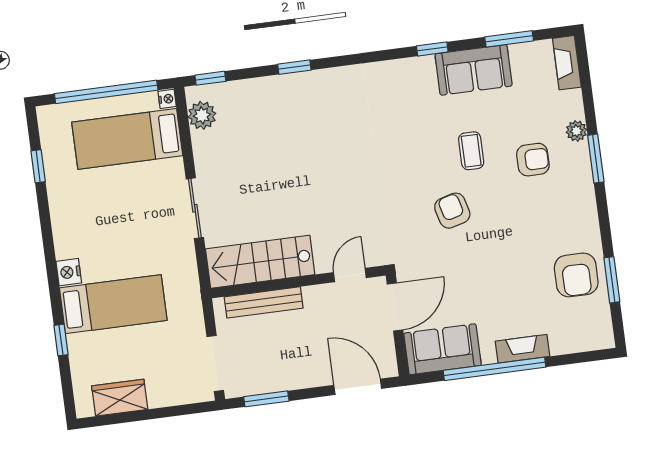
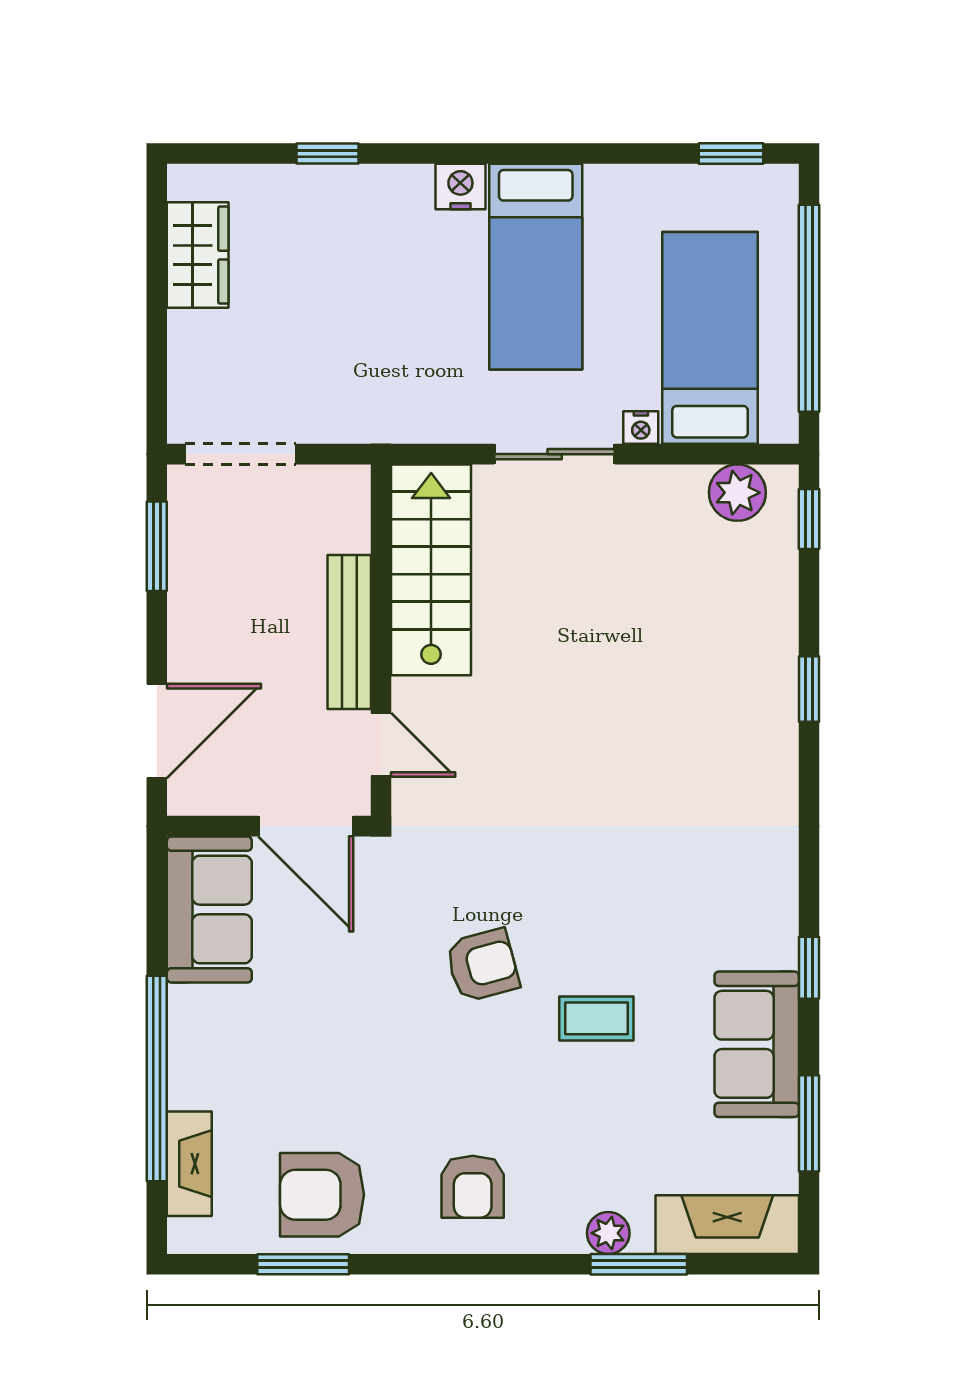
fireplace: (567, 63) -> (727, 1225), width x1.37, depth x1.32
nightstand: (167, 99) -> (641, 428), moved
window: (596, 159) -> (639, 1264), moved
armchair: (533, 160) -> (473, 1187), moved
window: (38, 166) -> (731, 153), moved
bench: (264, 302) -> (349, 632), moved
bed: (113, 304) -> (536, 267), moved
fireplace: (522, 349) -> (189, 1164), moved
window: (494, 369) -> (157, 1079), moved

